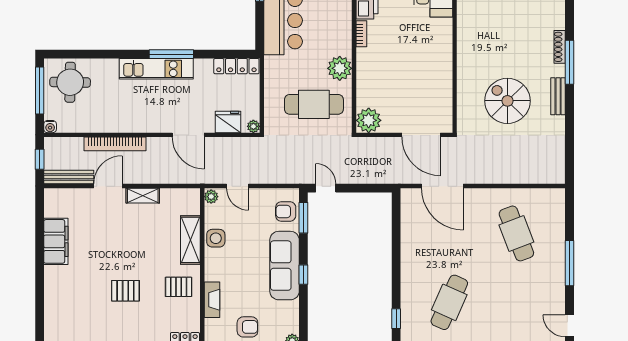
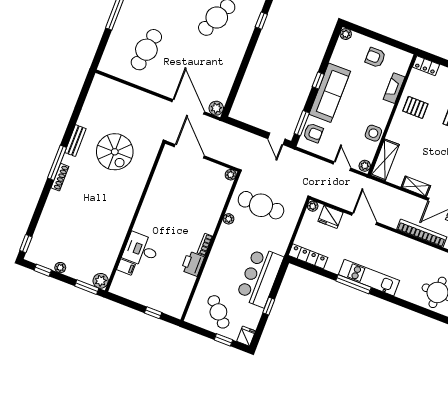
plant: (340, 68) -> (229, 219), width x0.53, depth x0.53
plant: (369, 120) -> (231, 175), width x0.53, depth x0.53
plant: (409, 197) -> (216, 108), added
cafe table: (516, 233) -> (146, 50), turned 30
shelving: (190, 240) -> (385, 160), moved

